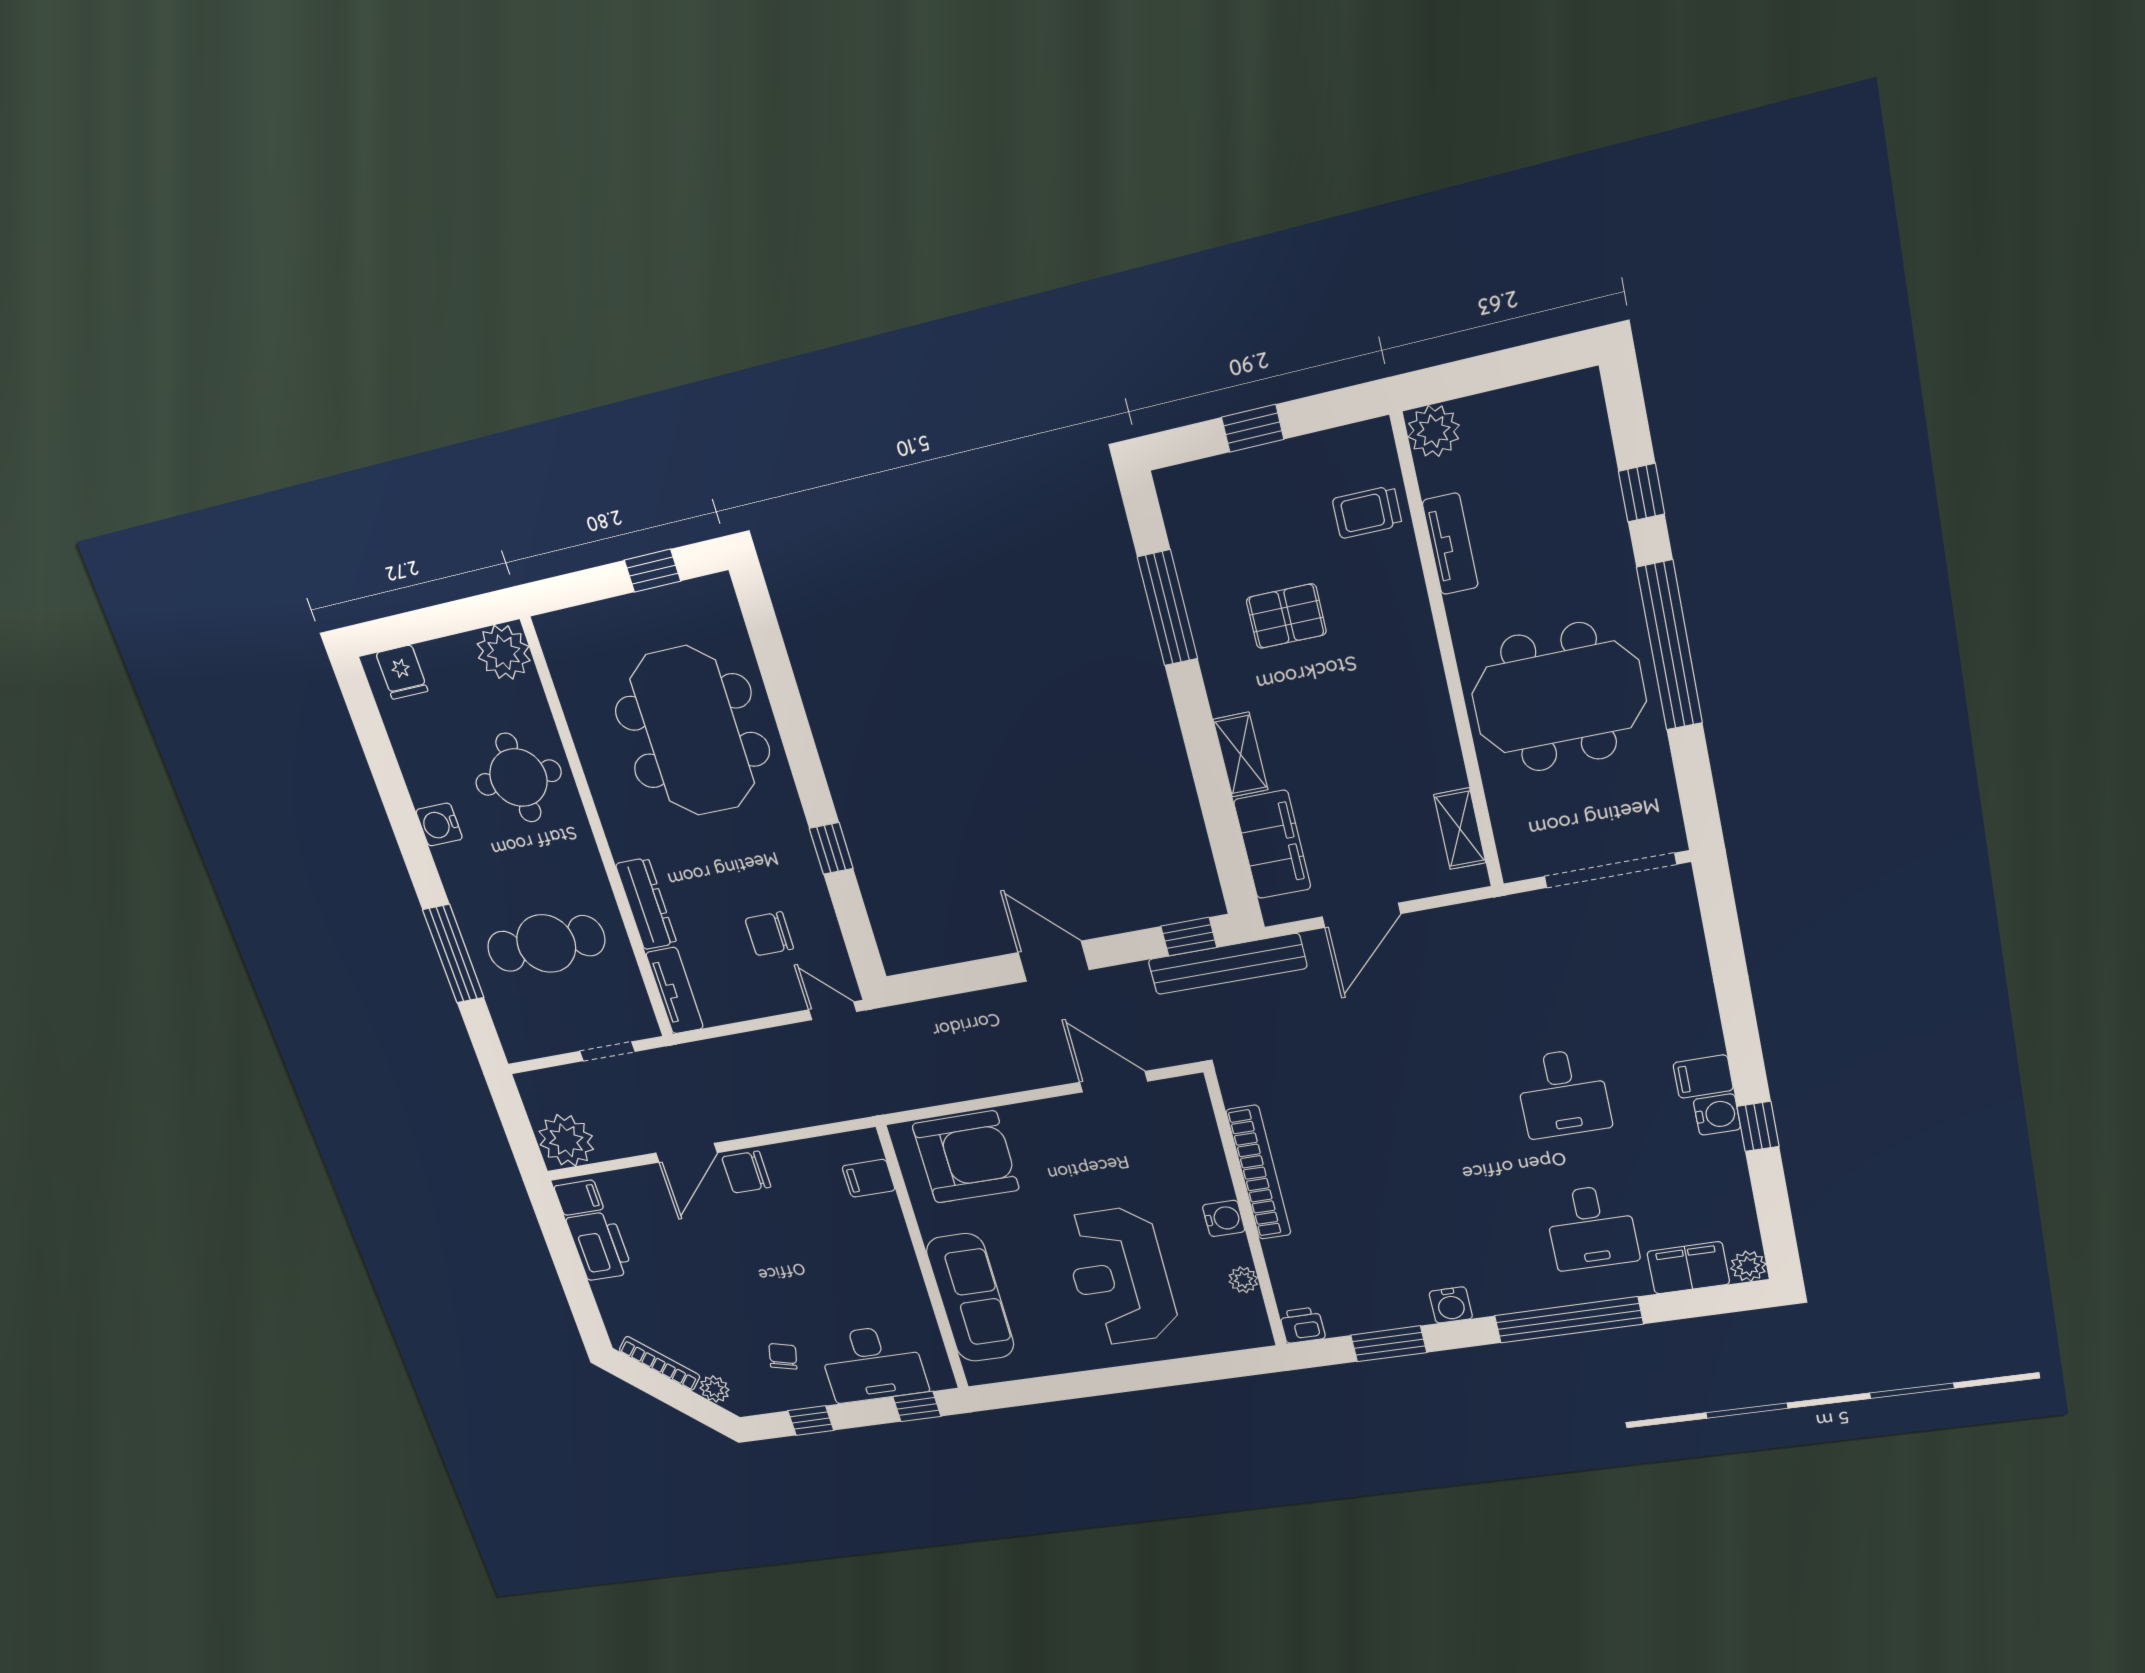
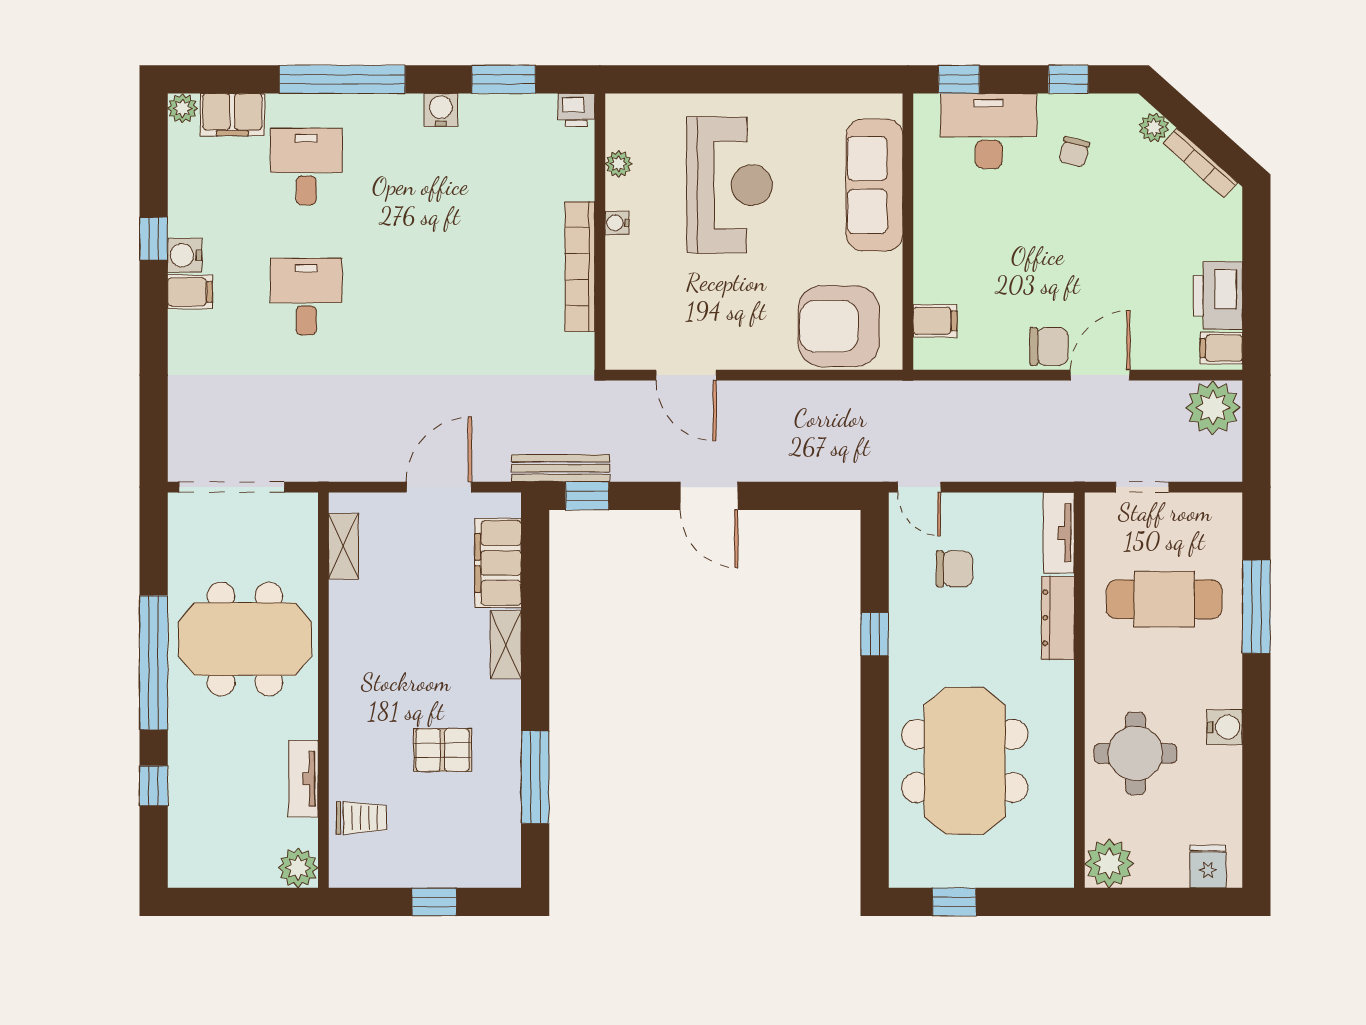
bench: (1227, 964) -> (560, 468), width x0.73, depth x0.82
water cooler: (1224, 1218) -> (617, 223), width x0.72, depth x0.72

